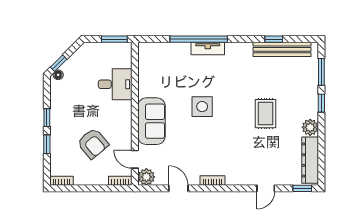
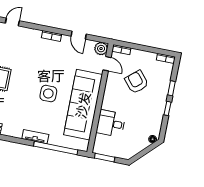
window: (199, 39) -> (56, 148), moved
window: (59, 63) -> (150, 148), removed
sofa: (151, 121) -> (83, 105), width x1.85, depth x1.27

